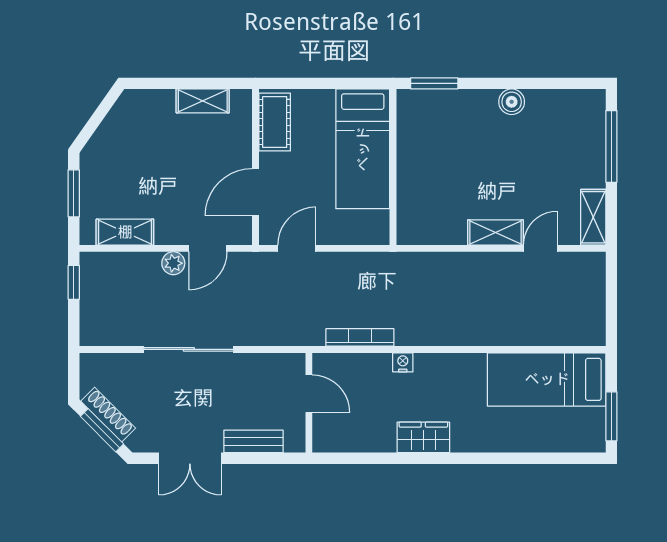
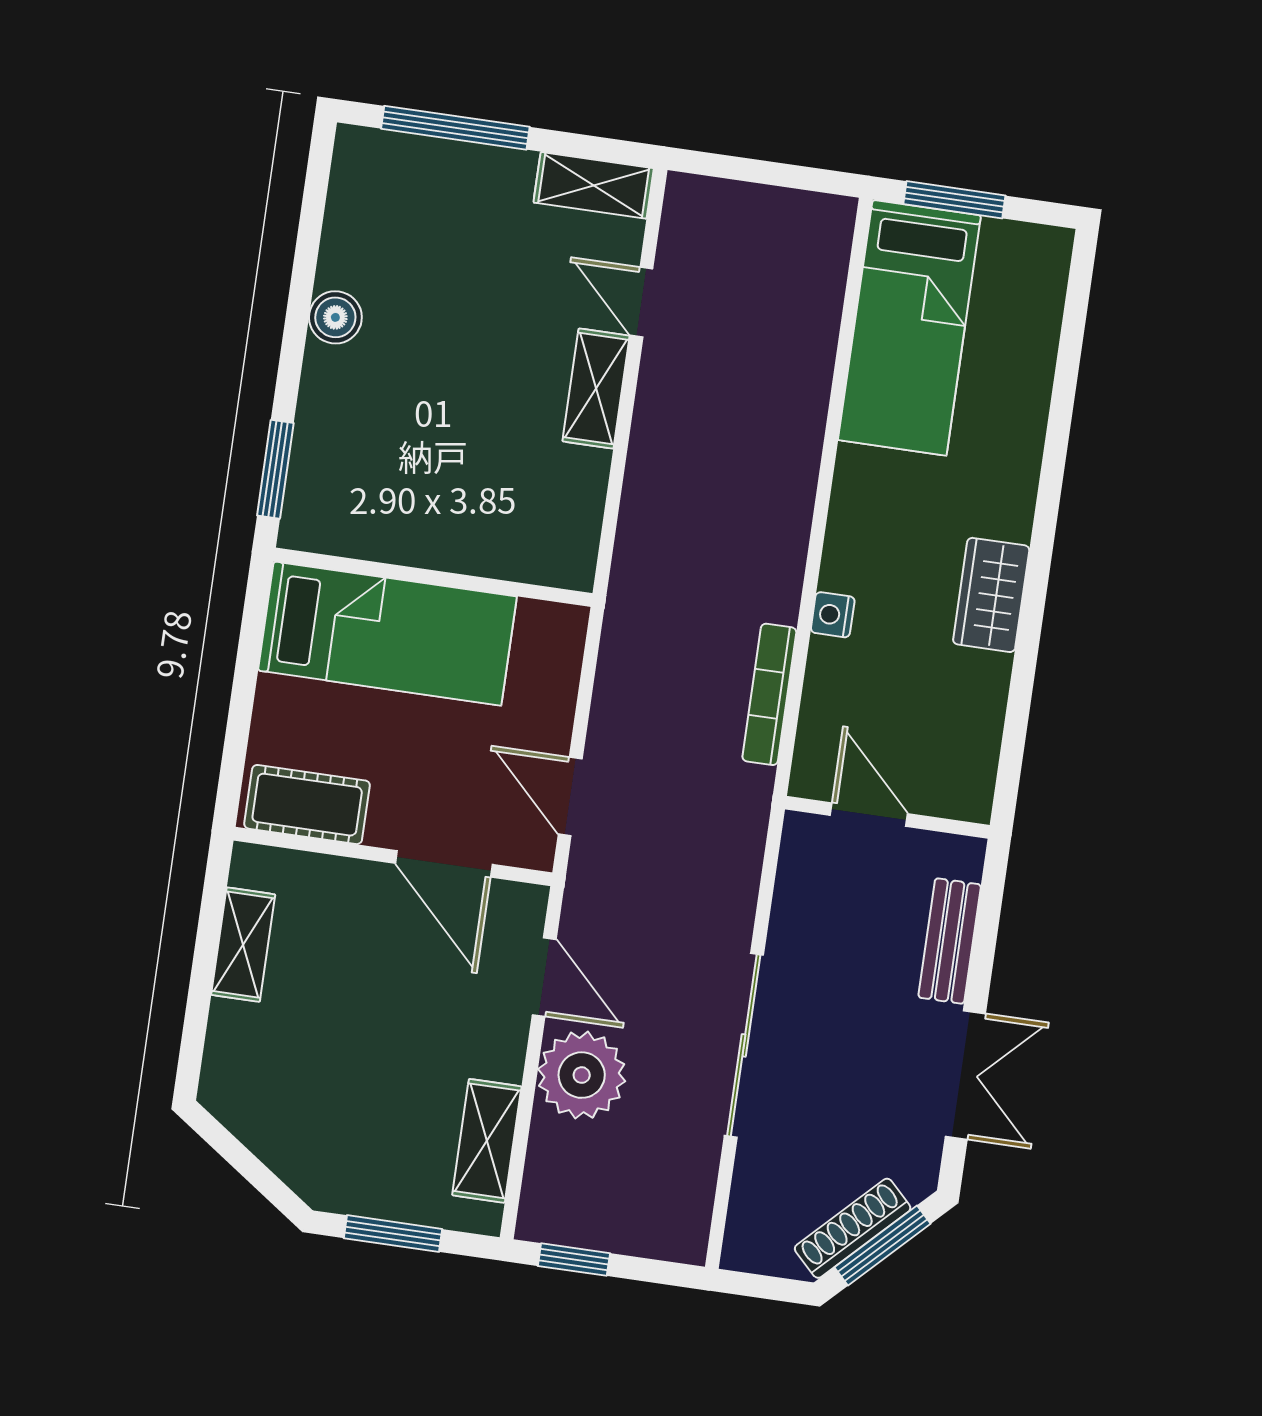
plant: (173, 263) -> (582, 1075), width x1.88, depth x1.88
door: (309, 394) -> (869, 815), hinge flipped
window: (611, 416) -> (954, 200), moved

